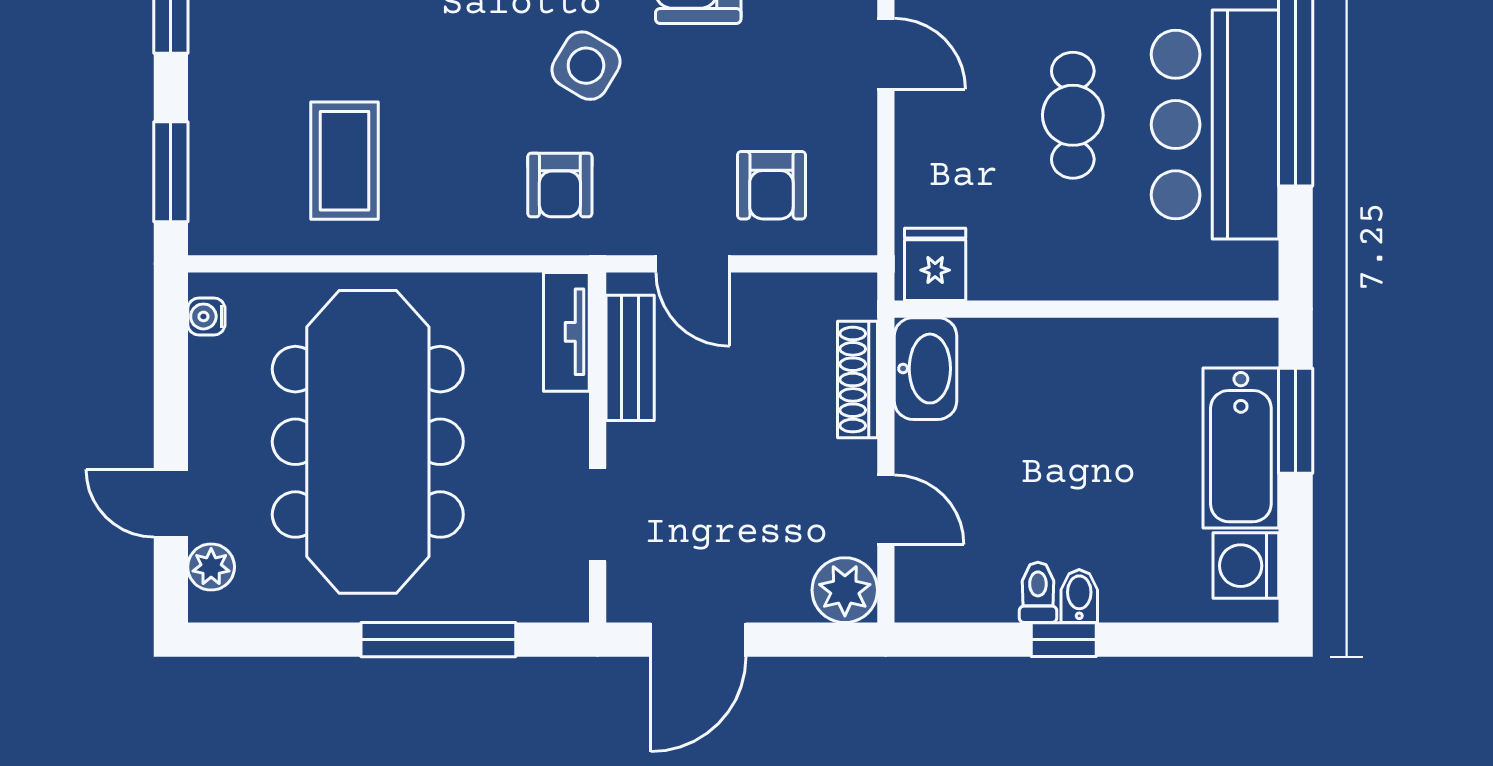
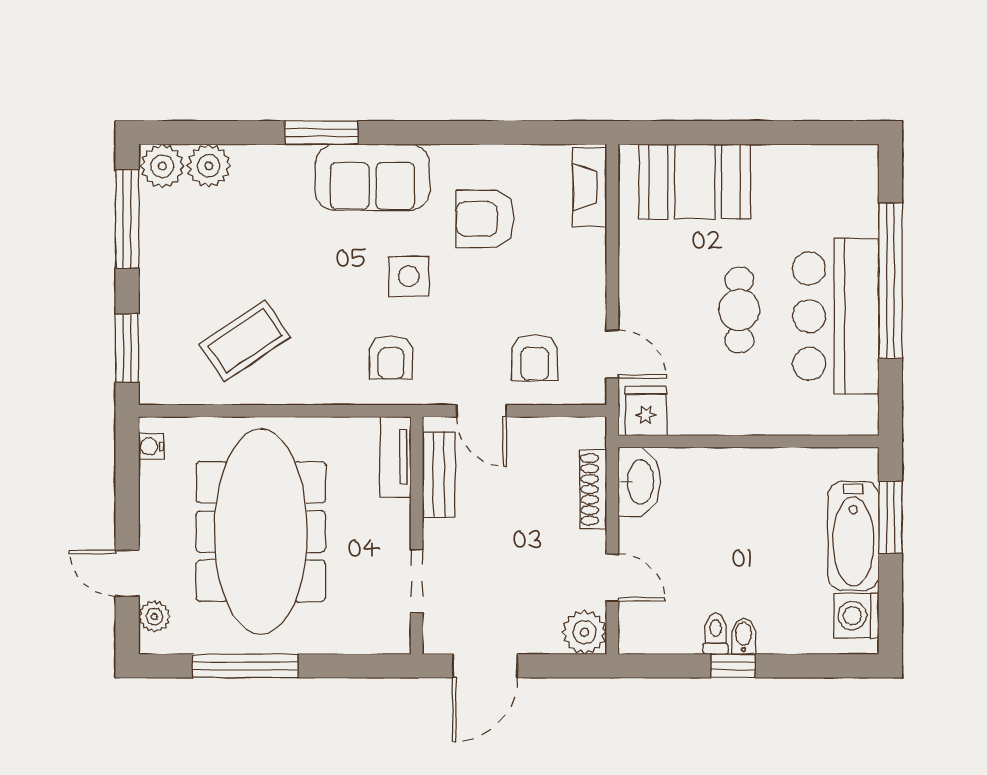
door: (886, 54) -> (612, 354), moved
side table: (586, 66) -> (409, 276), turned -31
coffee table: (344, 161) -> (245, 341), turned 56
window: (438, 640) -> (245, 666), moved

